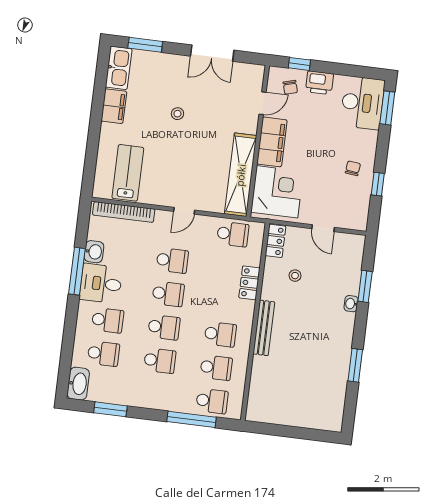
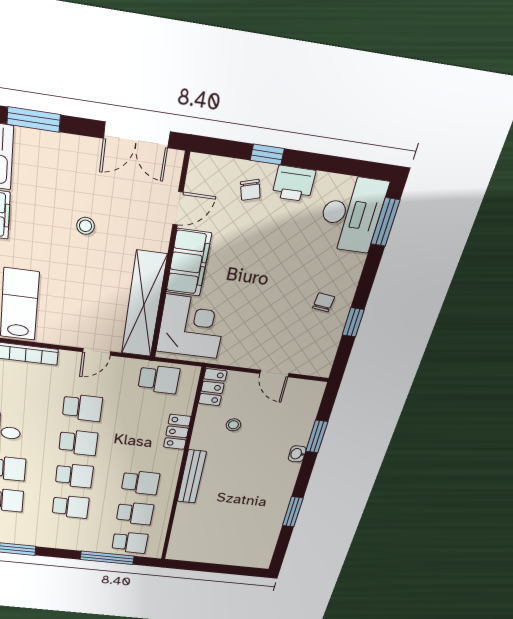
door: (263, 103) -> (178, 208), moved
wall: (258, 141) -> (169, 262), moved
filing cabinet: (272, 142) -> (189, 263), moved
shelving: (241, 175) -> (144, 305), moved
corner desk: (277, 192) -> (192, 327), moved

